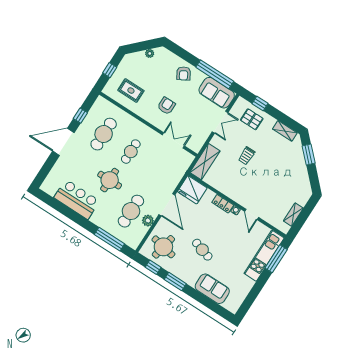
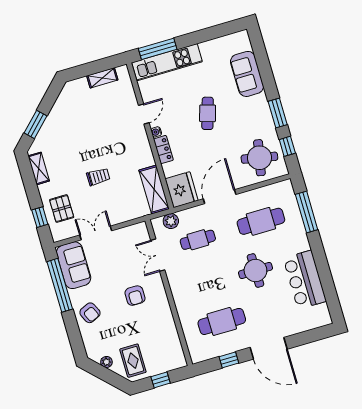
armchair: (184, 73) -> (90, 313), turned 95
rug: (131, 91) -> (133, 361), moved
armchair: (166, 106) -> (135, 296), turned -90
cafe table: (131, 152) -> (198, 240), moved
shelving: (205, 162) -> (154, 189), moved, turned 90
plant: (148, 221) -> (171, 221), moved
cafe table: (202, 250) -> (208, 113), moved

